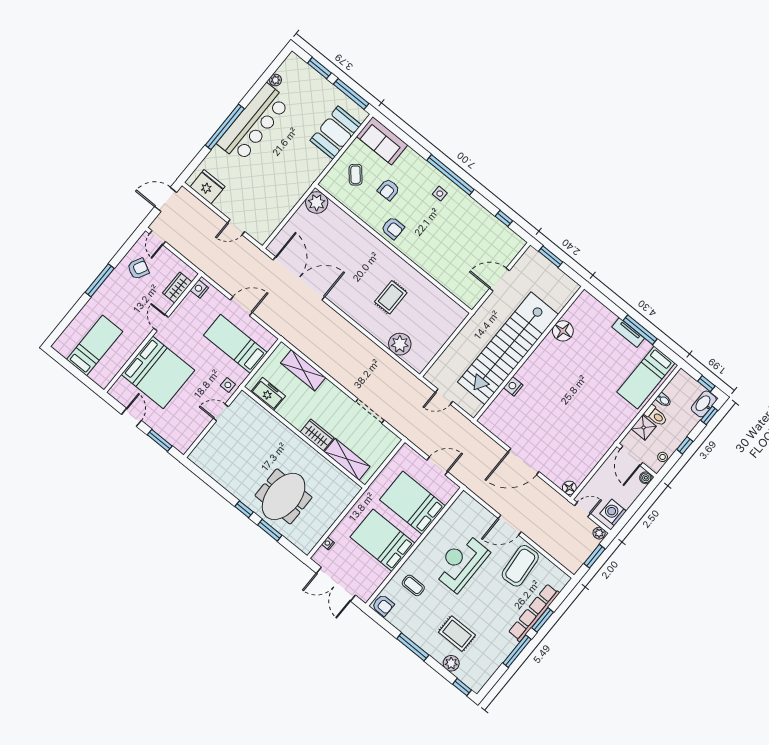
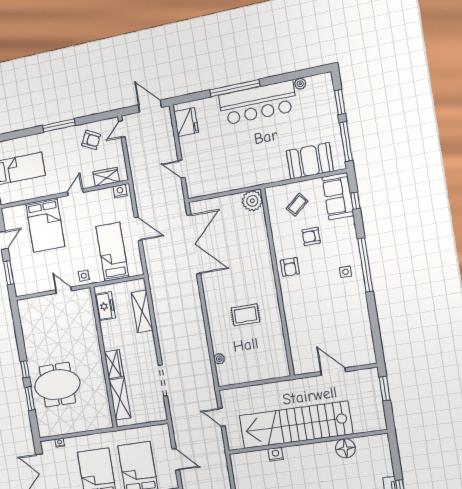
window: (504, 218) -> (355, 201), moved
plant: (400, 344) -> (219, 359), width x0.53, depth x0.53
bed: (158, 372) -> (45, 225), width x0.73

